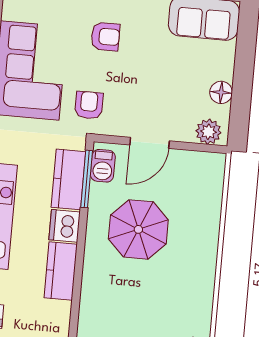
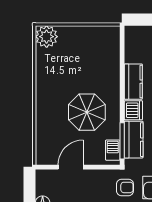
armchair: (89, 105) -> (125, 187), turned -90
plant: (208, 132) -> (48, 177), removed
door: (150, 143) -> (71, 167), moved

